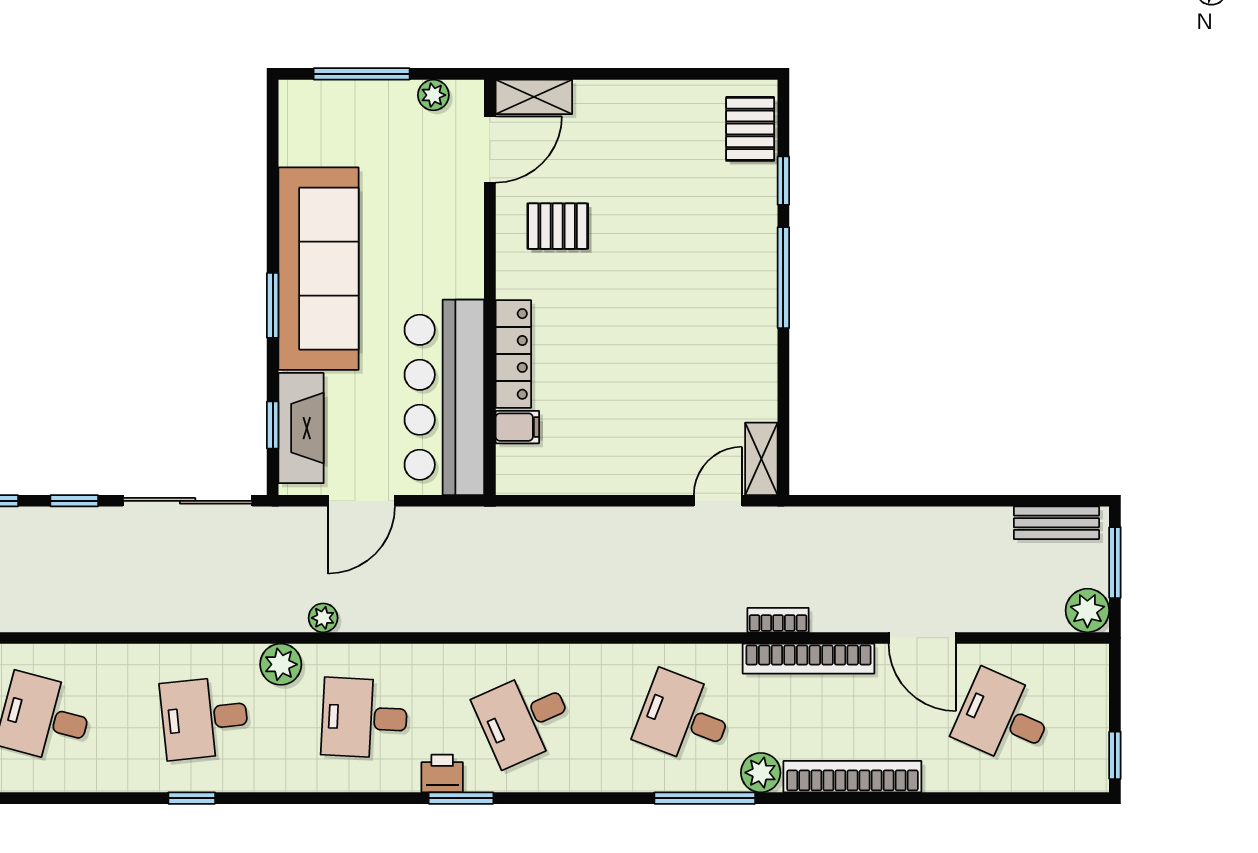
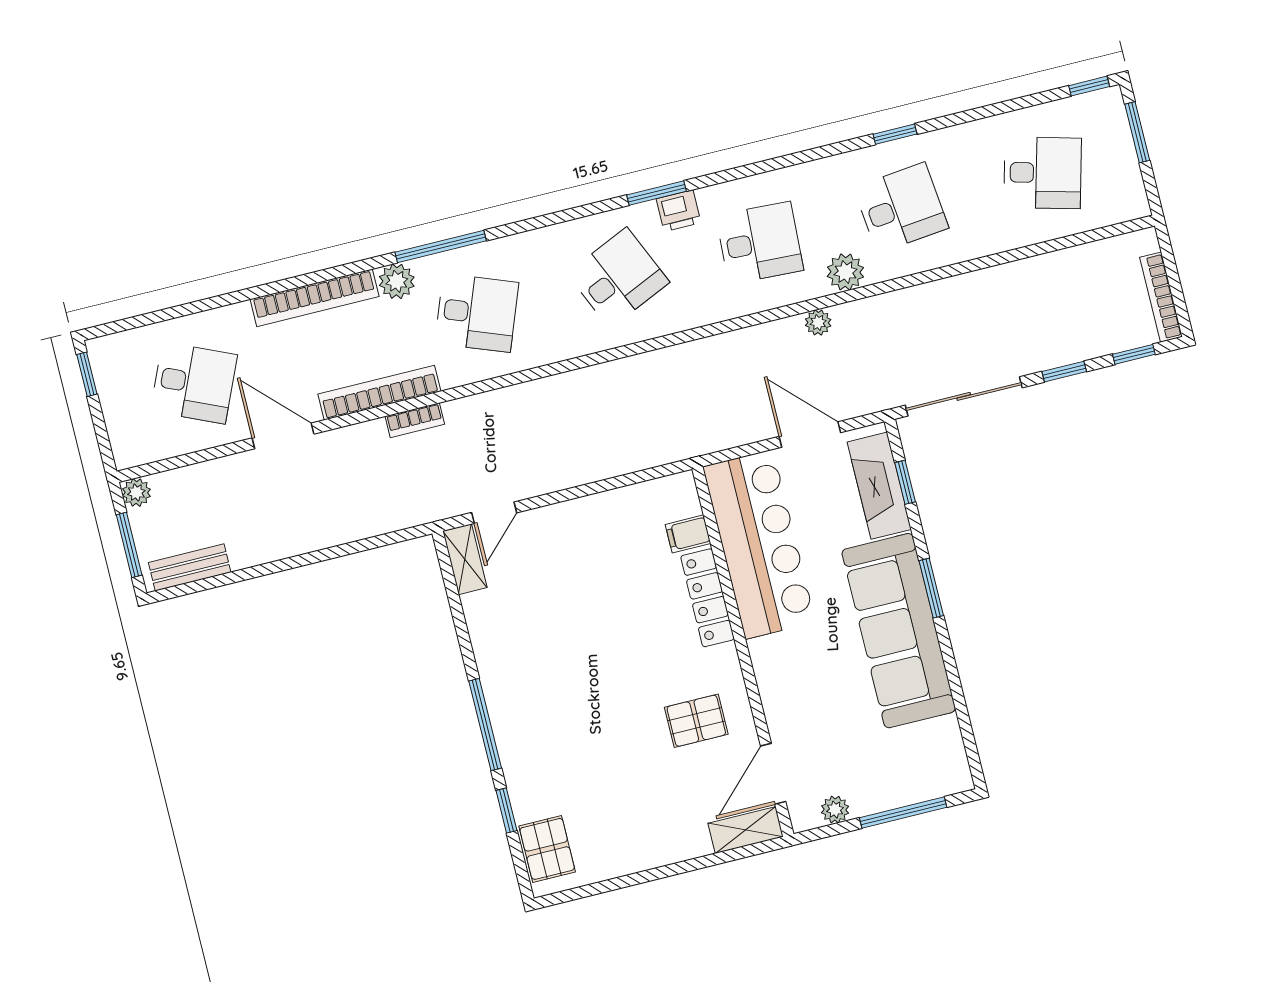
door: (361, 501) -> (810, 435), hinge flipped
plant: (1087, 610) -> (136, 493), width x0.73, depth x0.73

